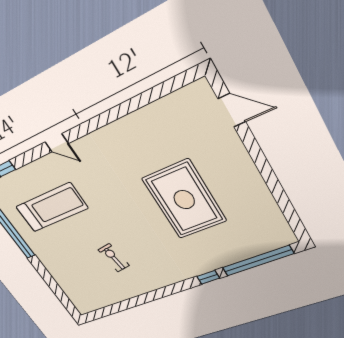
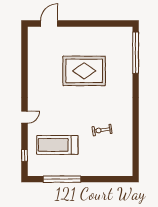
treadmill: (52, 207) -> (57, 145), turned -90
window: (208, 277) -> (136, 84), removed

